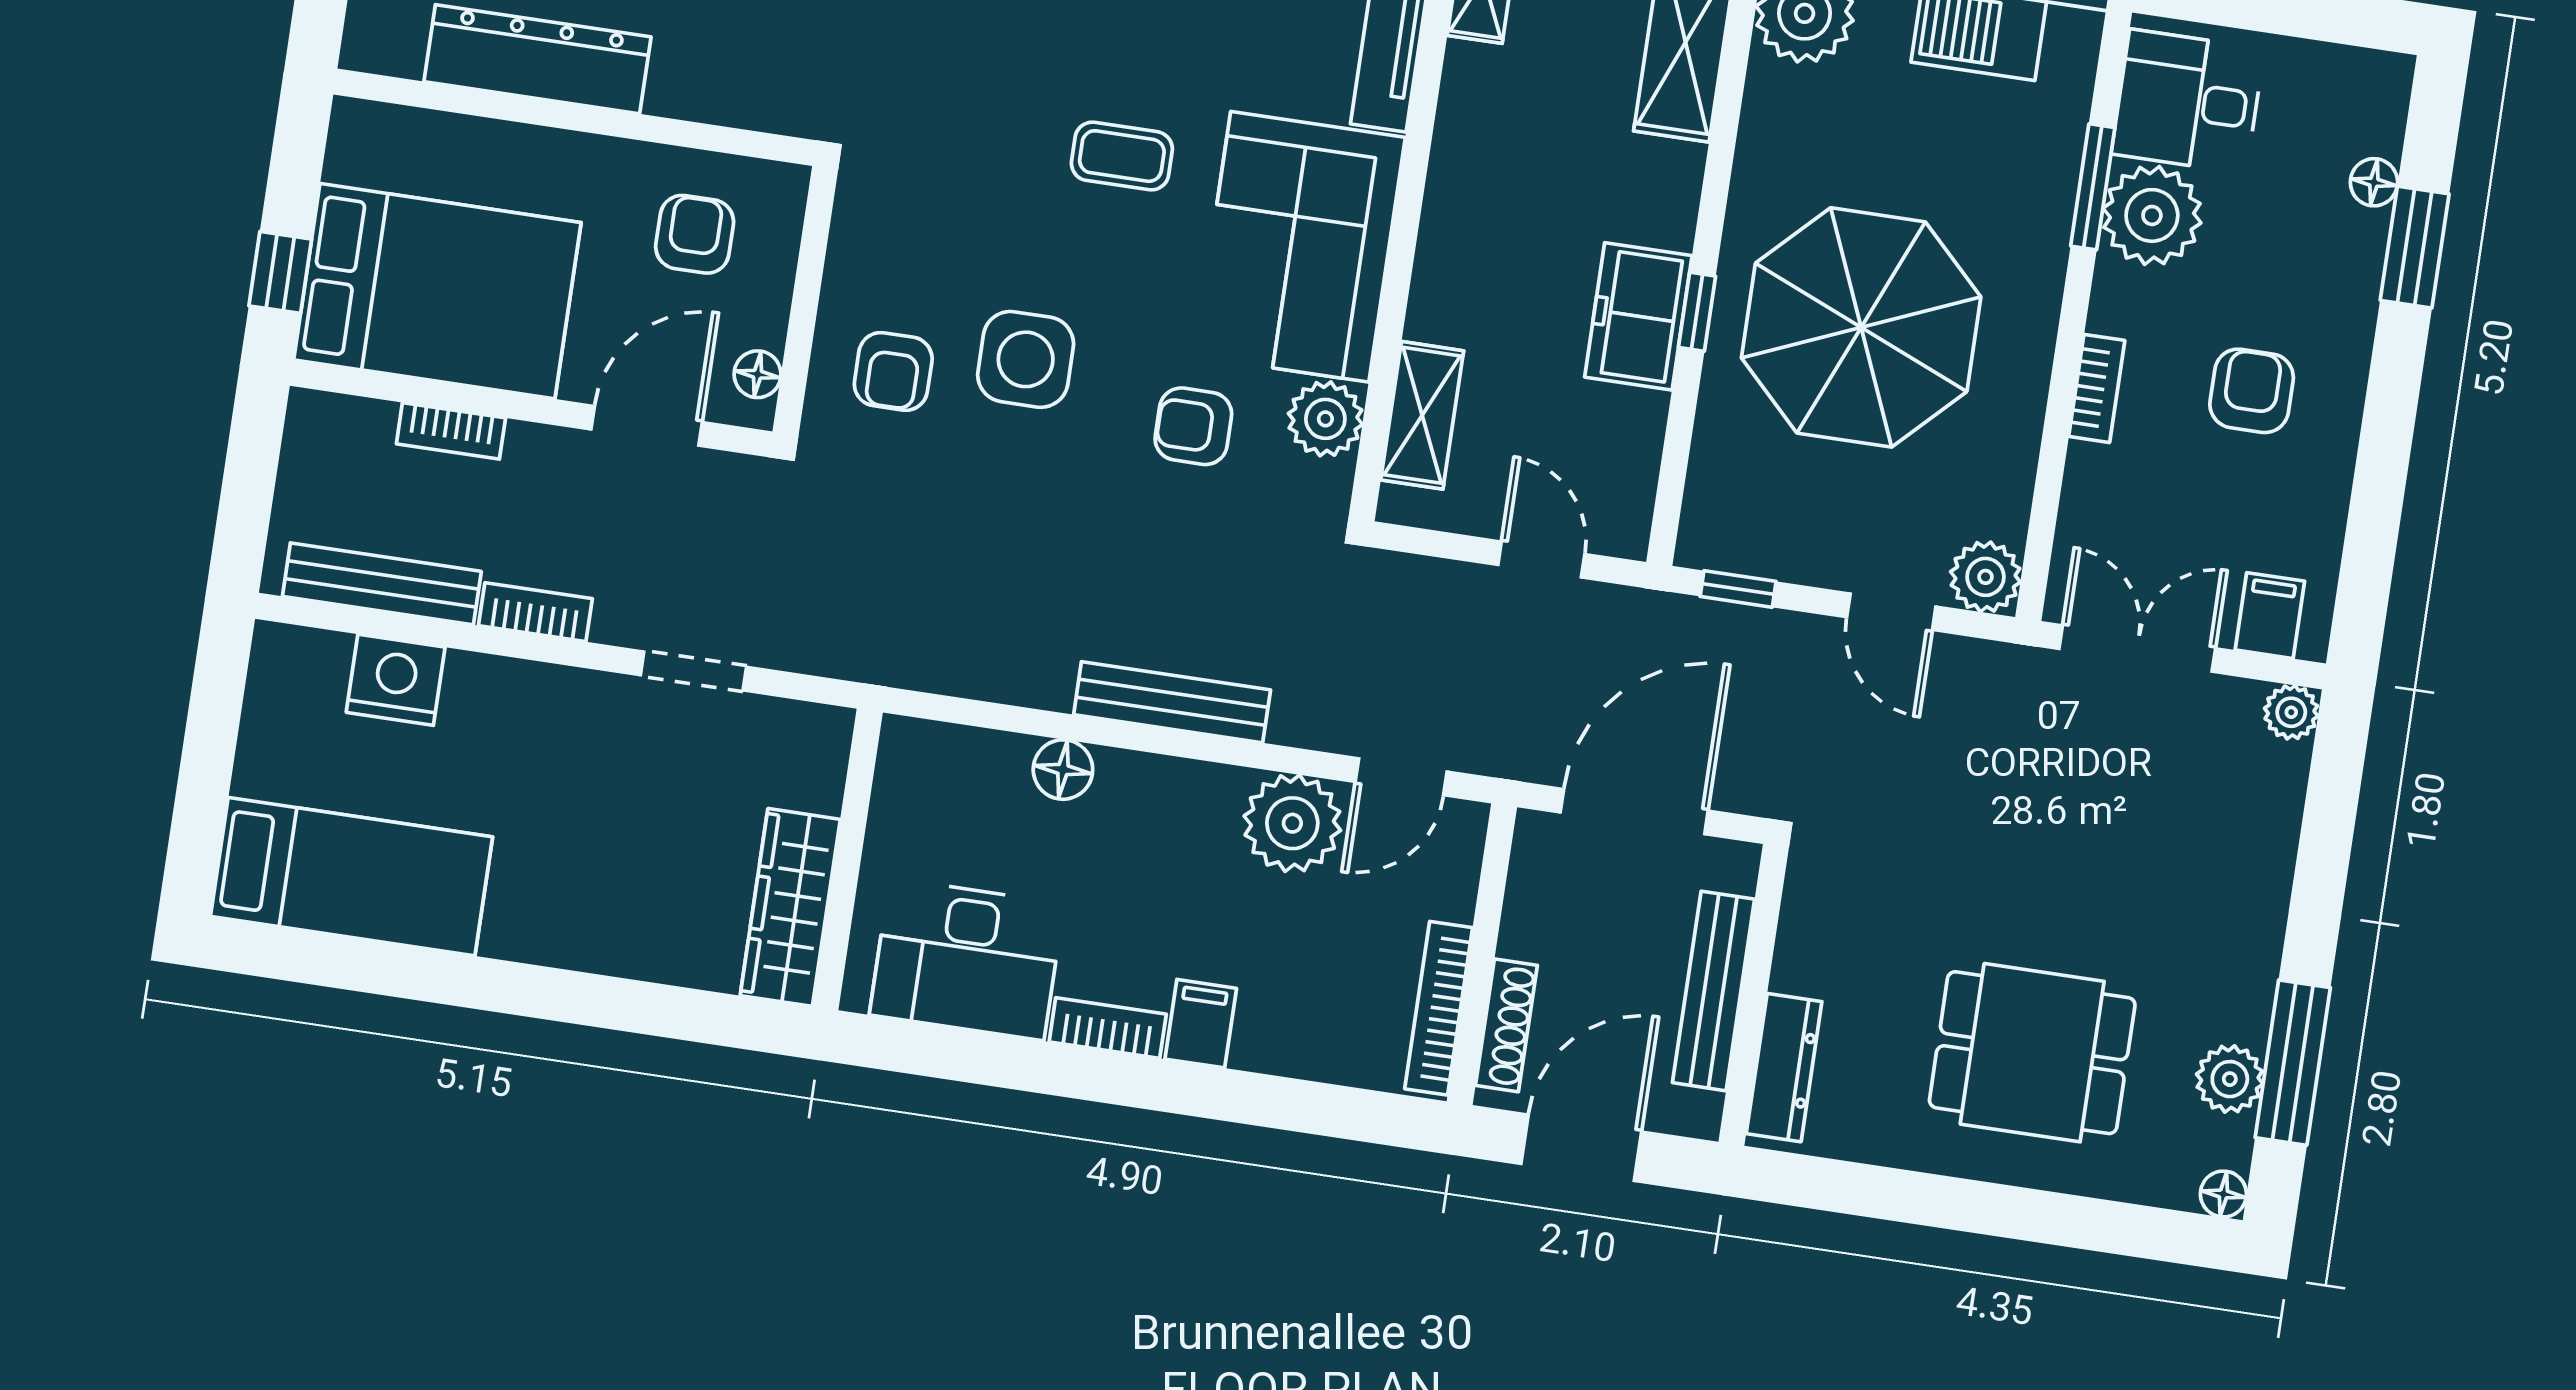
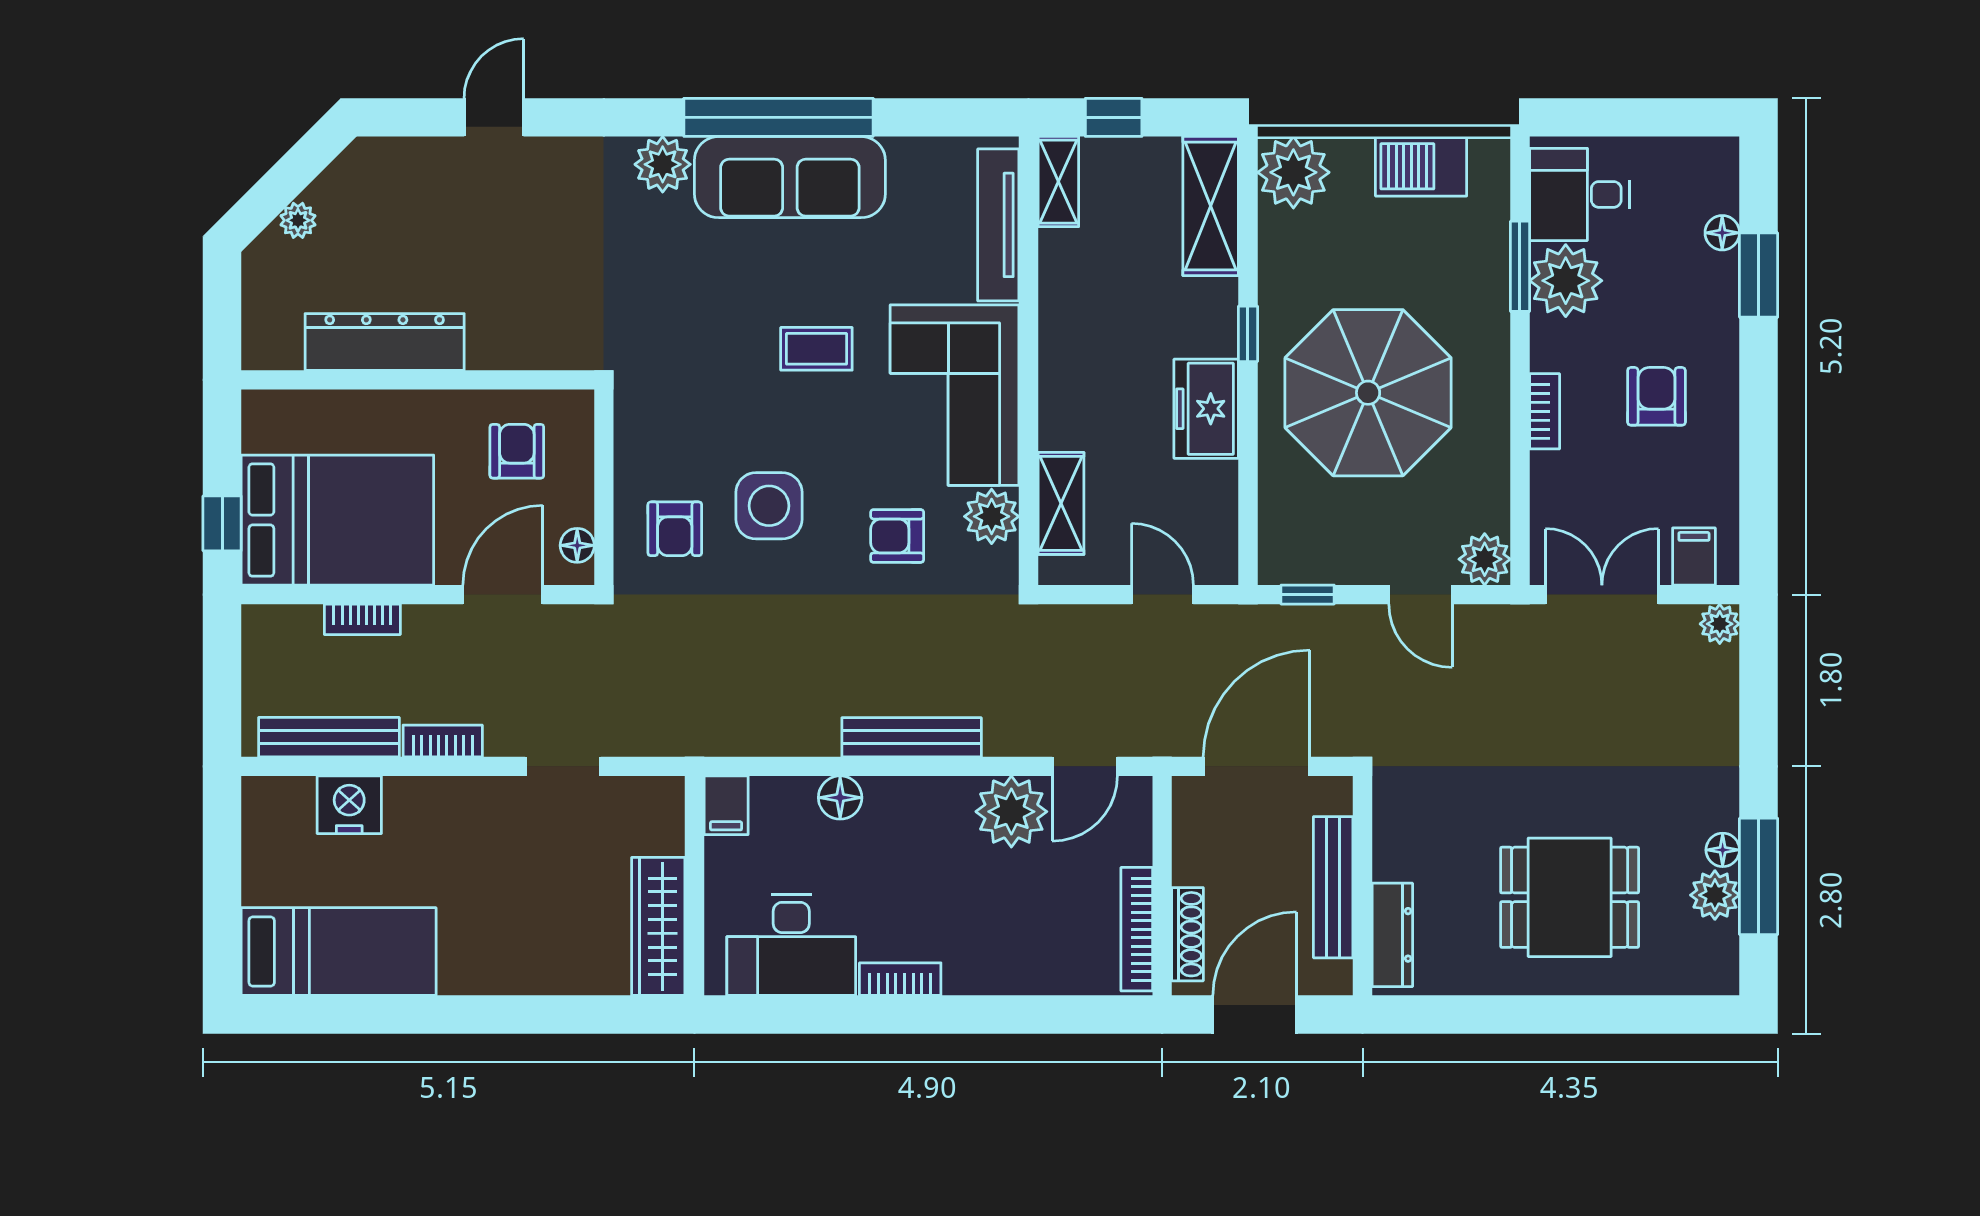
window: (1697, 312) -> (1248, 334), moved
filing cabinet: (1201, 1024) -> (726, 805), moved, turned 180
floor lamp: (2223, 1194) -> (1723, 850), moved

